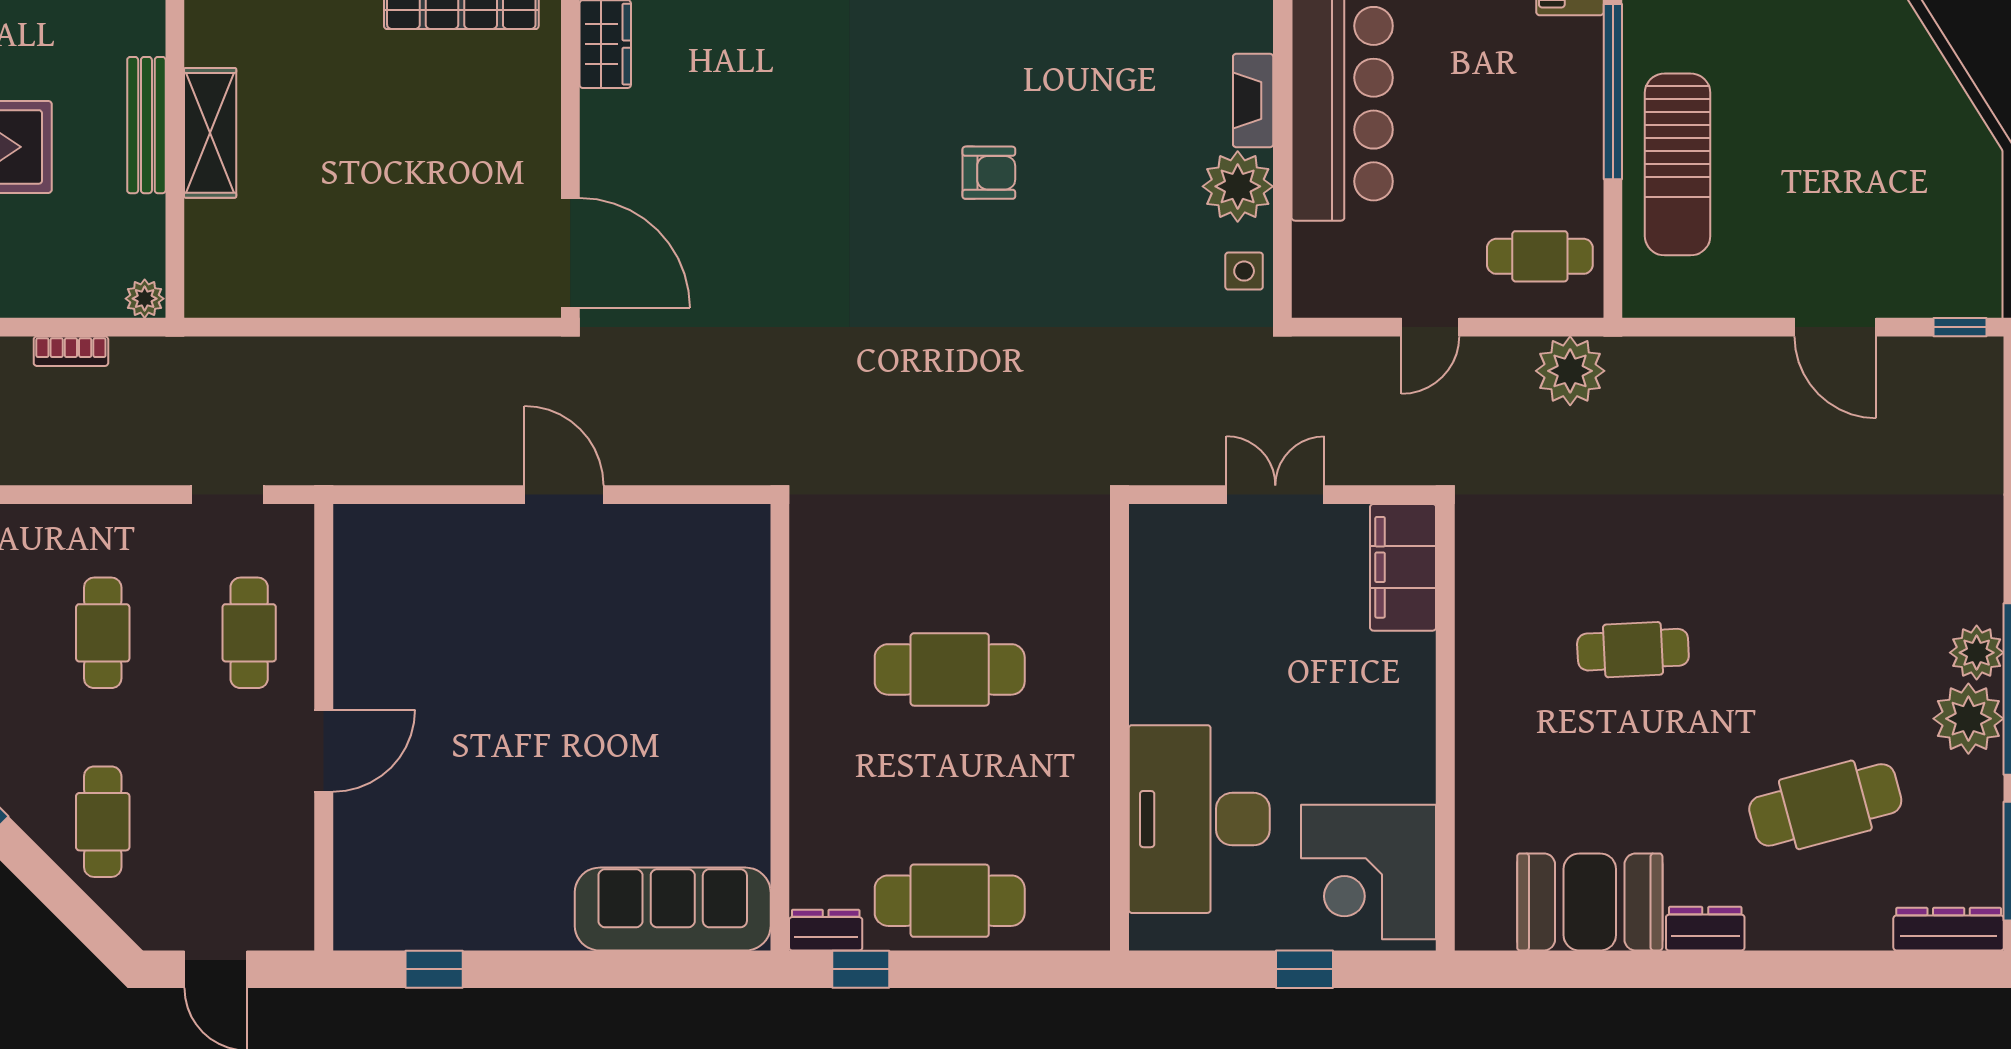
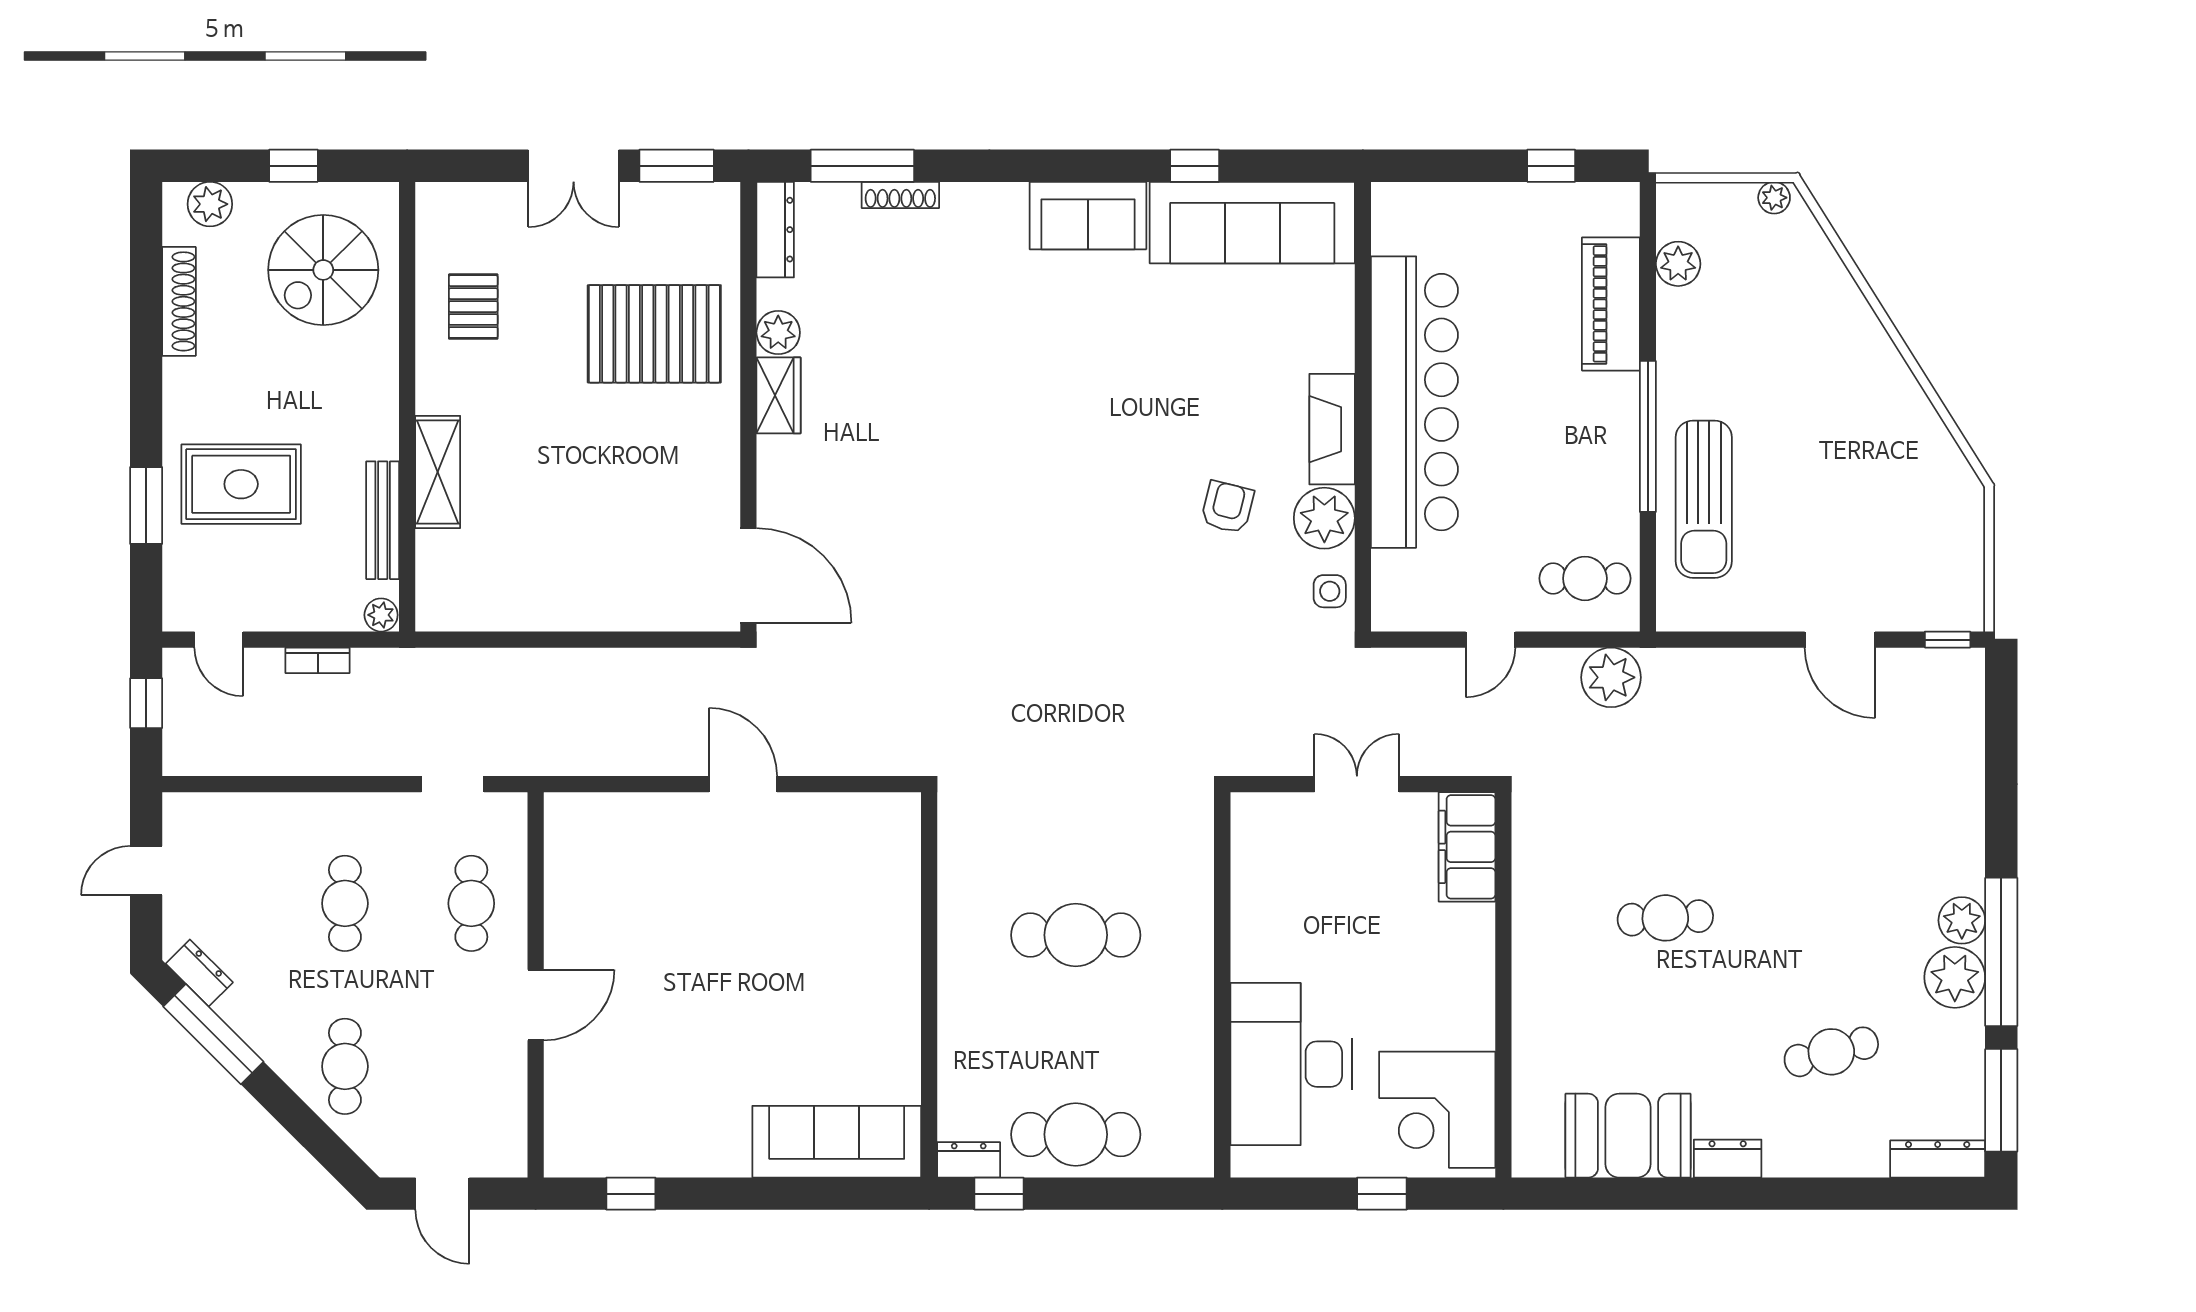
fireplace: (1253, 101) -> (1332, 429), width x1.37, depth x1.32
bench: (146, 125) -> (383, 520), moved
armchair: (989, 173) -> (1227, 507), moved, turned -76
cafe table: (1825, 805) -> (1831, 1052), width x0.73, depth x0.74

